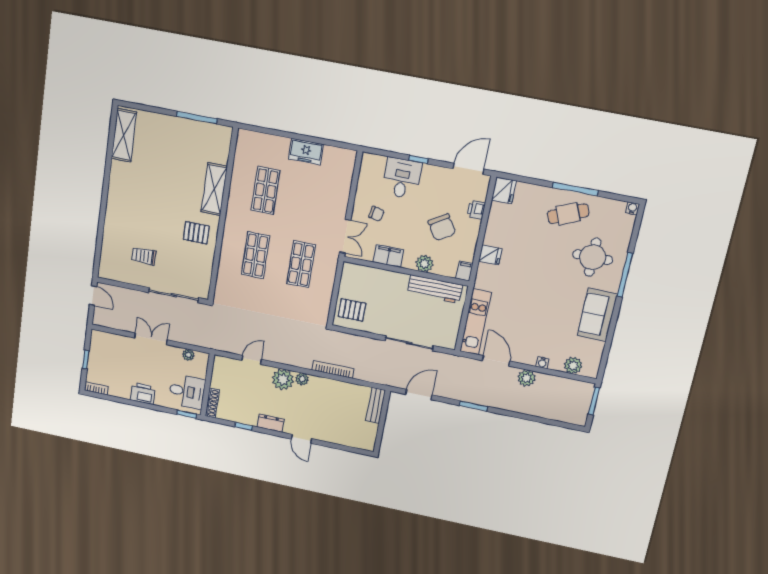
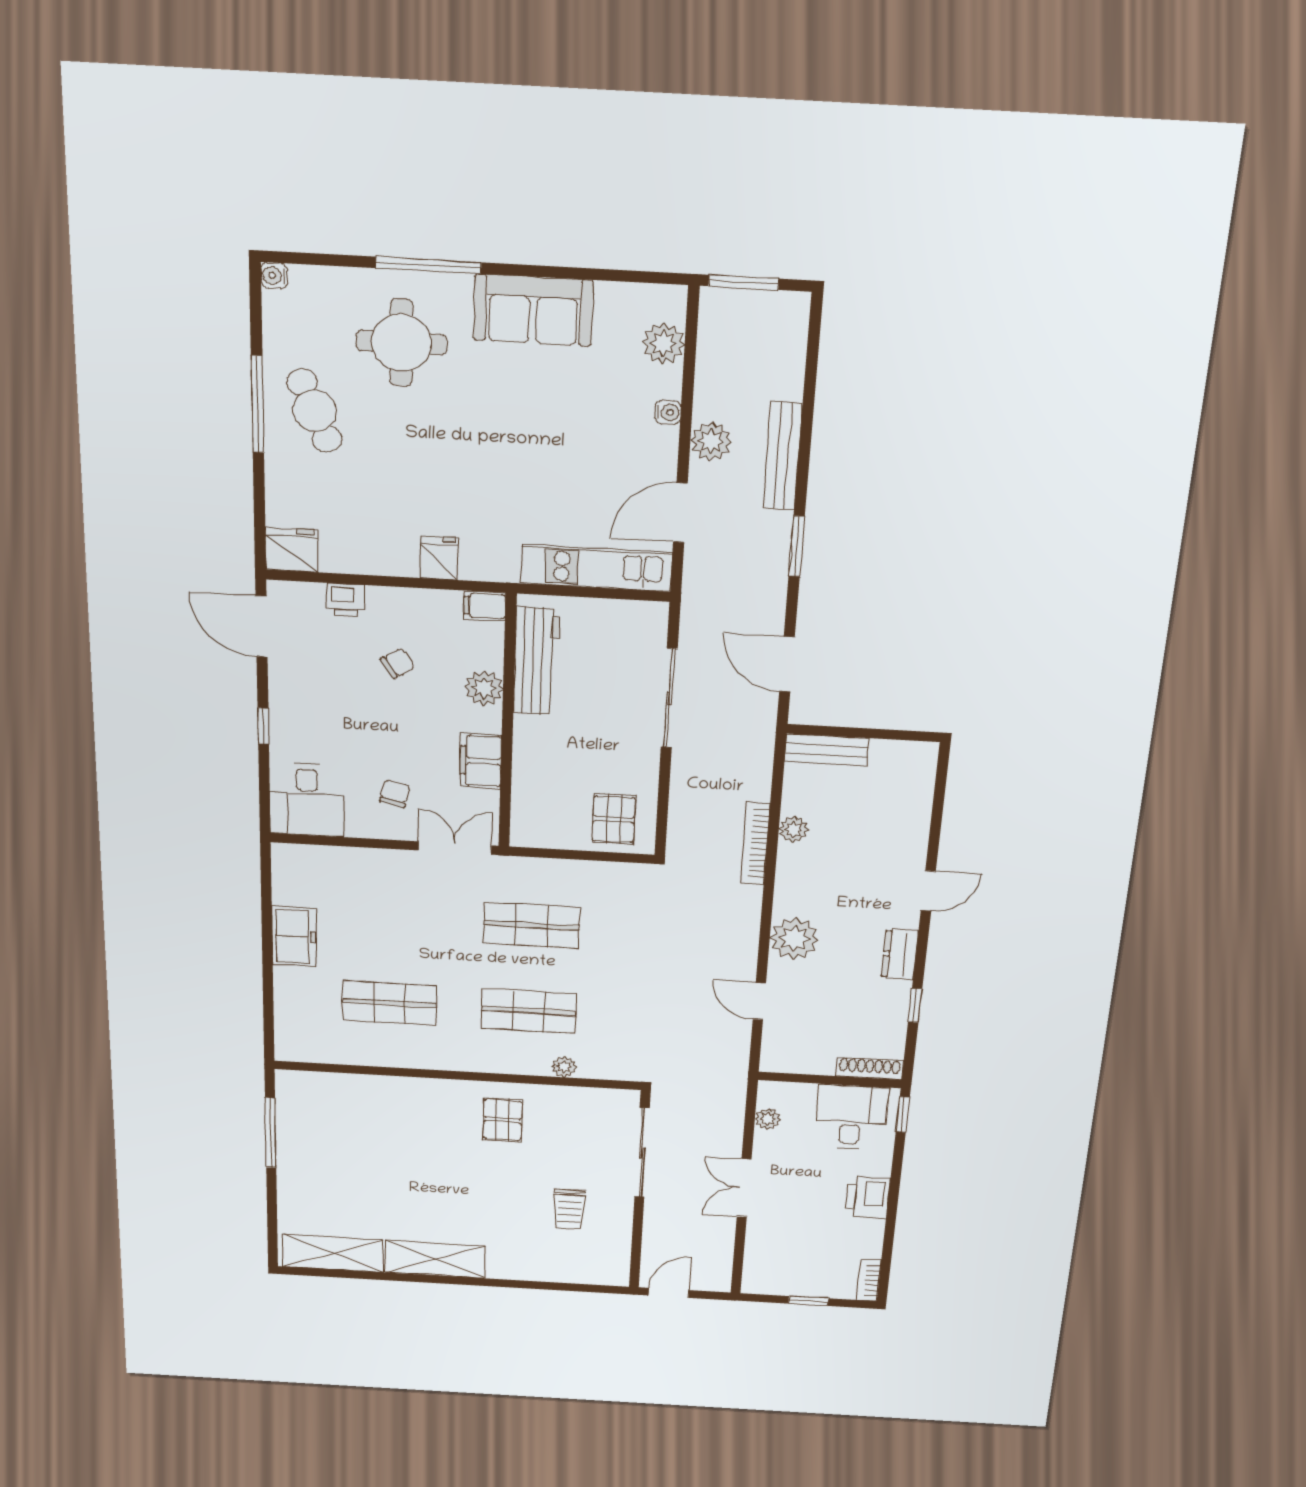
desk: (402, 178) -> (307, 800), moved, turned -90
shelving: (214, 189) -> (435, 1259), moved
chair: (442, 227) -> (398, 663), width x0.54, depth x0.54
plant: (224, 267) -> (564, 1067), added
plant: (302, 379) -> (794, 829), moved
bench: (515, 406) -> (783, 456), added

